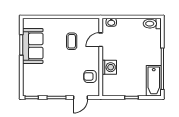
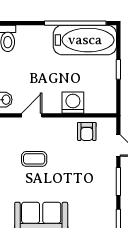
door: (101, 40) -> (32, 115), swing flipped
bathtub: (154, 81) -> (85, 40), width x1.36, depth x1.36

